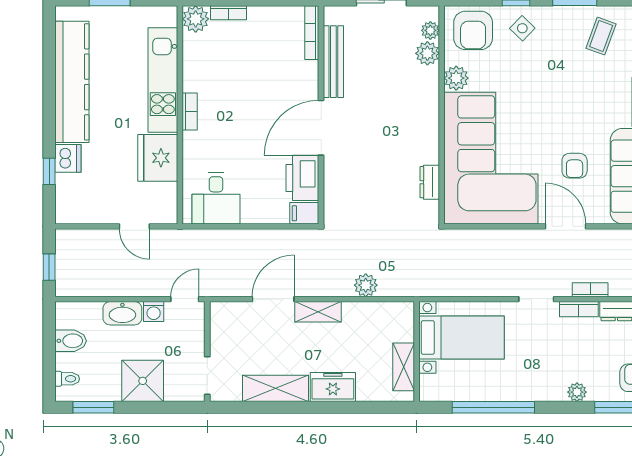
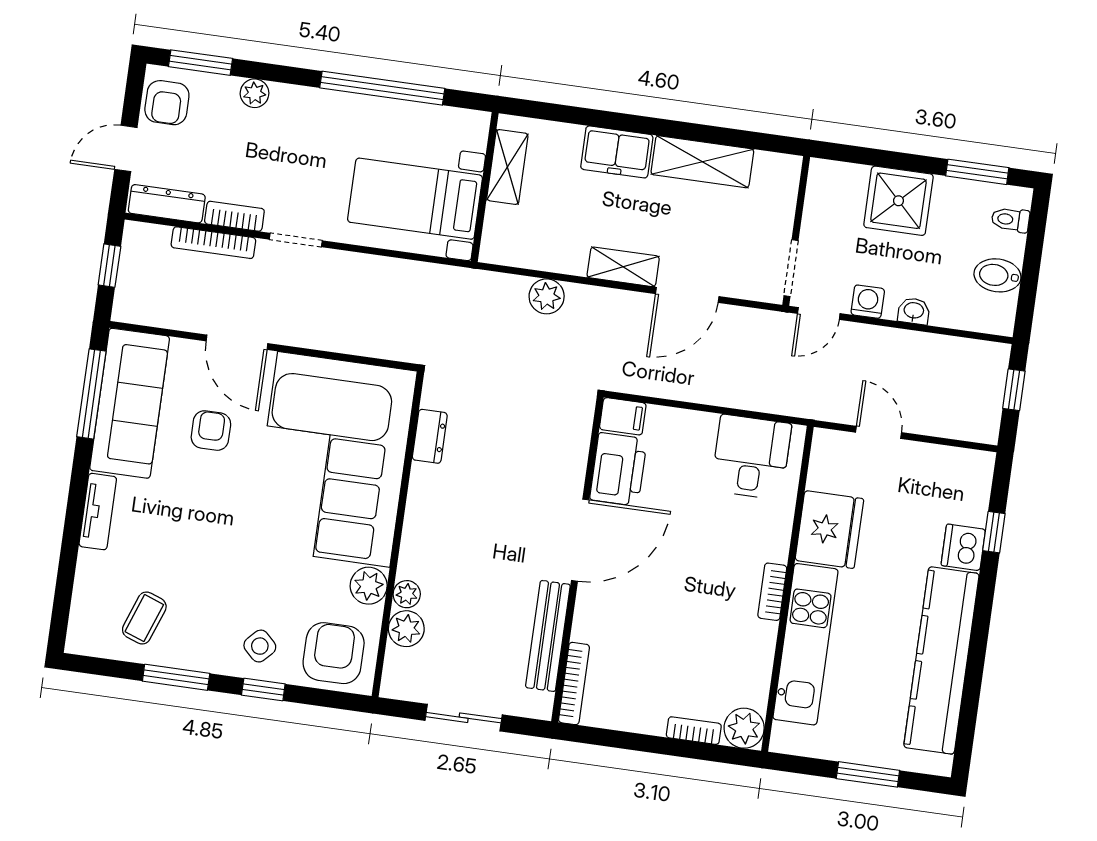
plant: (430, 30) -> (407, 594), moved
bookcase: (590, 290) -> (213, 243), width x1.56
washbasin: (122, 313) -> (914, 311), width x0.52, depth x0.69
doorway: (207, 375) -> (791, 268), moved

